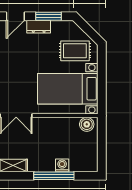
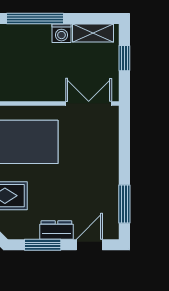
washing machine: (62, 165) -> (61, 33), moved

